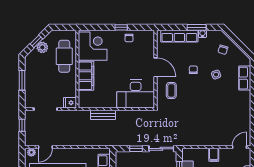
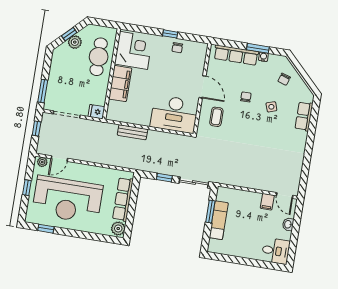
window: (22, 80) -> (43, 91), moved
door: (239, 147) -> (285, 195), swing flipped
filing cabinet: (214, 155) -> (267, 202), moved

